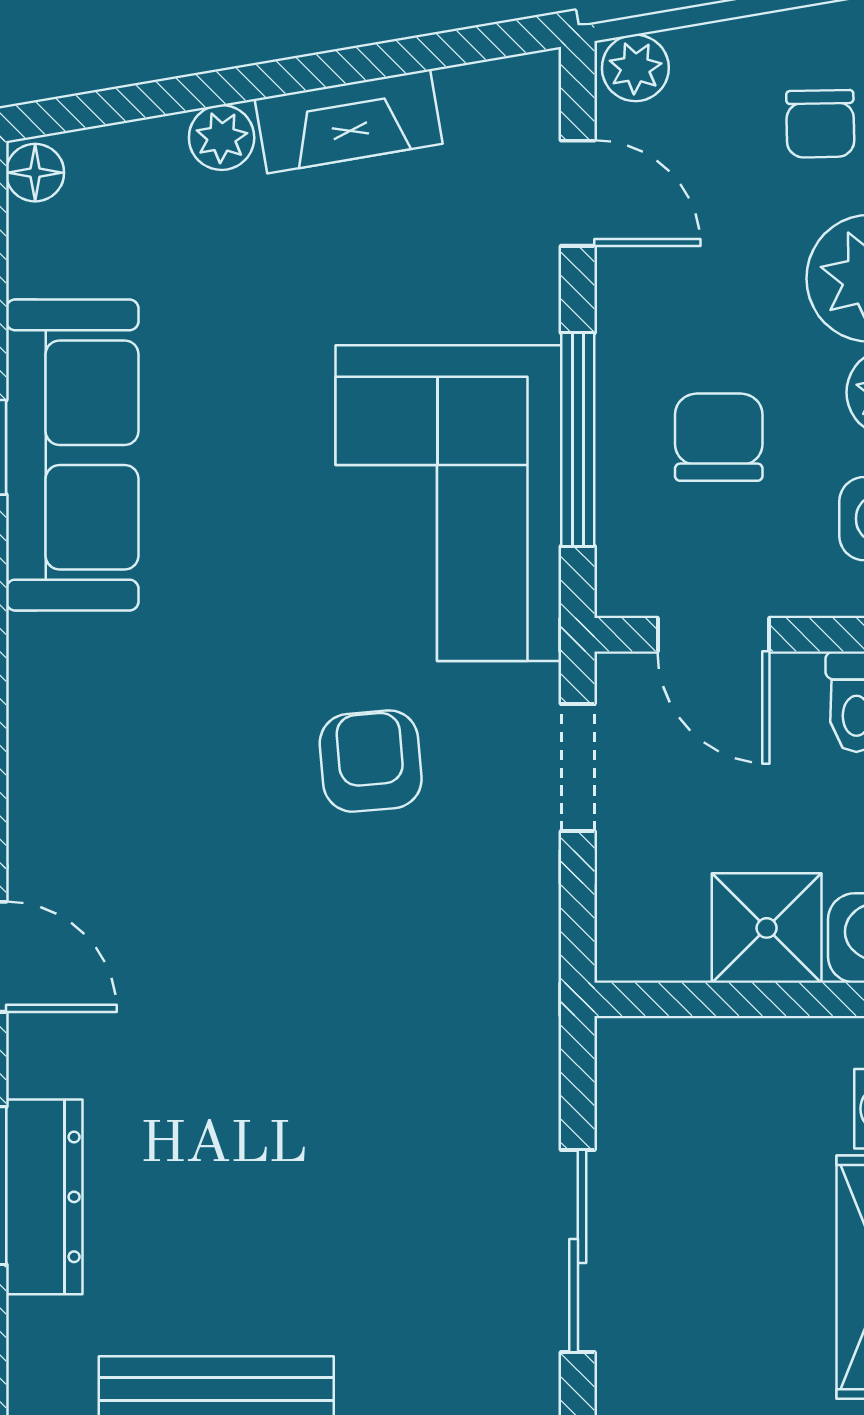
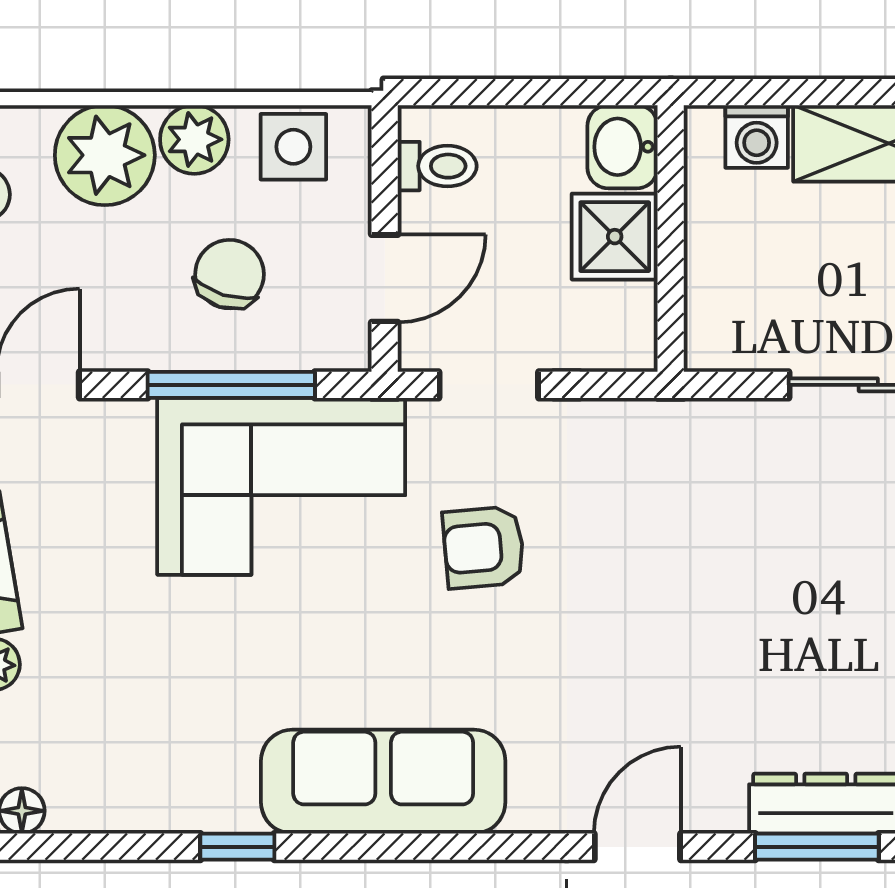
chair: (719, 437) -> (230, 274), turned 107
sofa: (72, 455) -> (383, 782), moved

